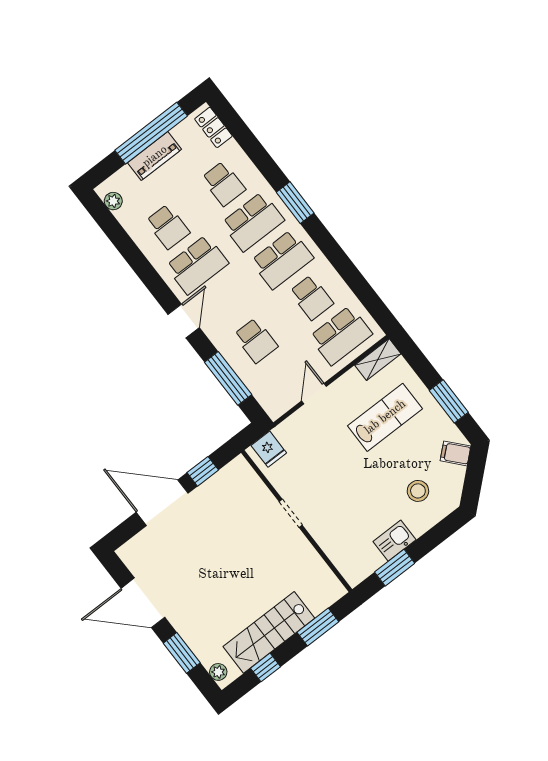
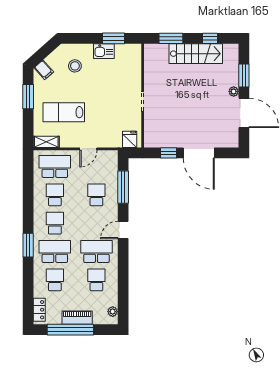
school desk: (282, 260) -> (55, 223), width x0.54
plant: (218, 672) -> (234, 91), moved

